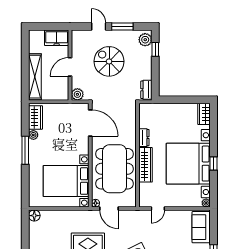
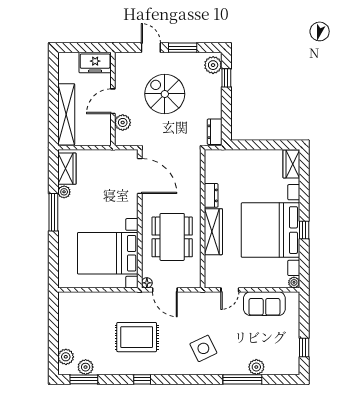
plant: (77, 94) -> (123, 122), moved
dining table: (115, 169) -> (172, 237), width x0.73, depth x0.80
floor lamp: (34, 216) -> (65, 299), removed
sofa: (201, 227) -> (264, 304), moved, turned -90

